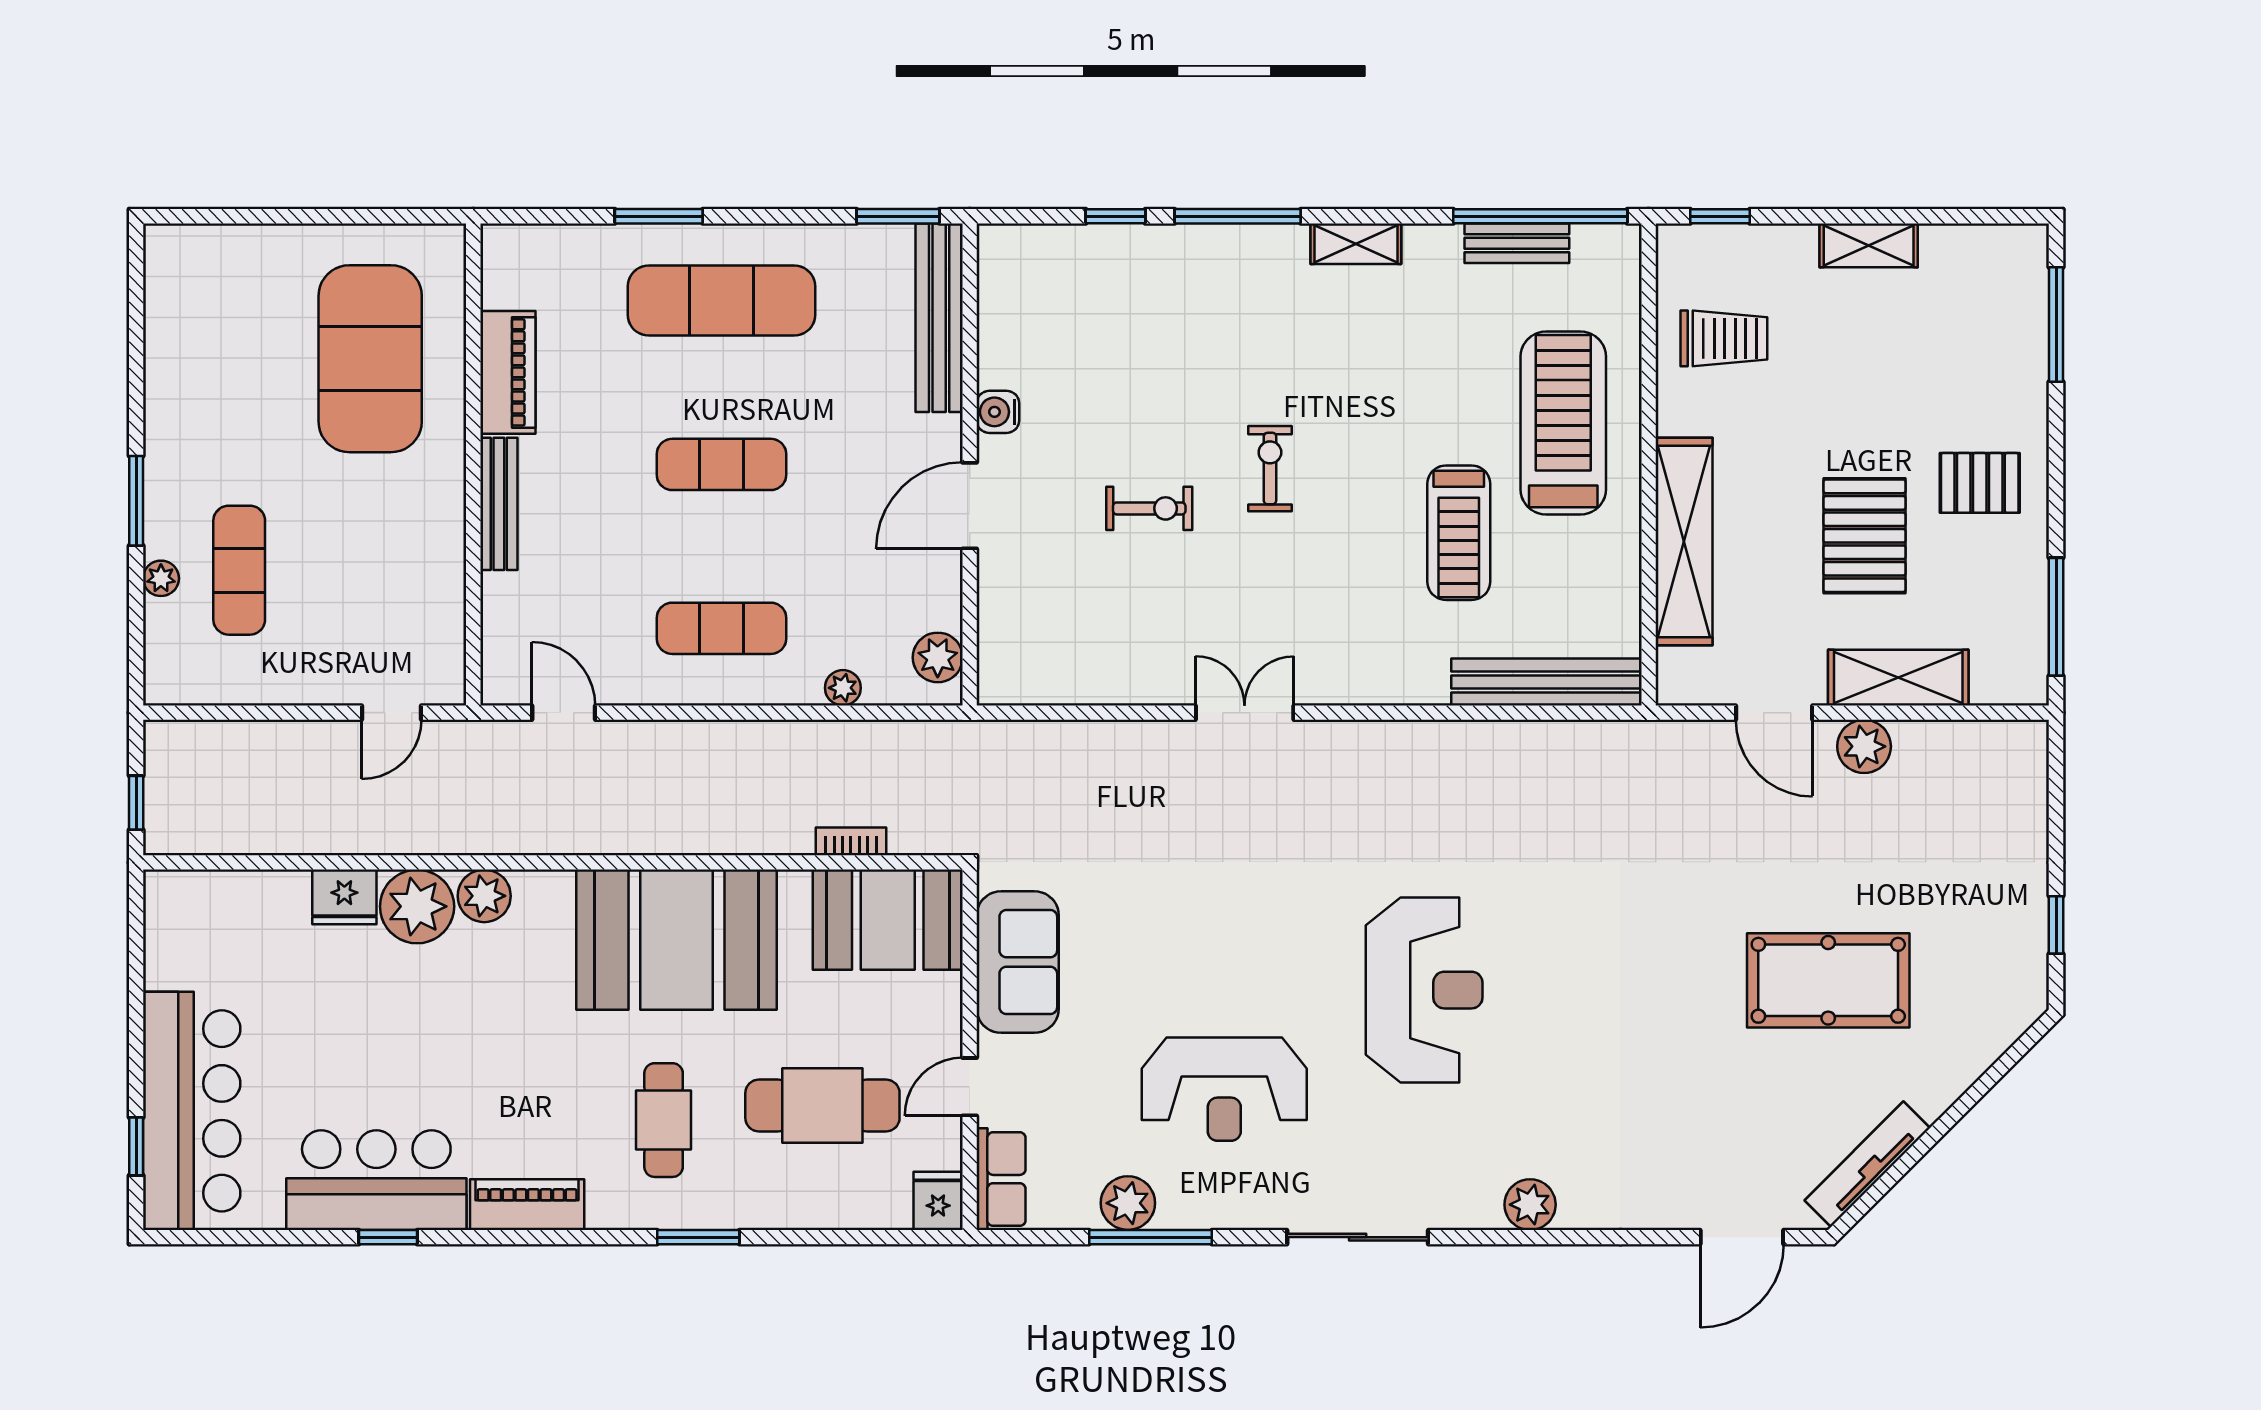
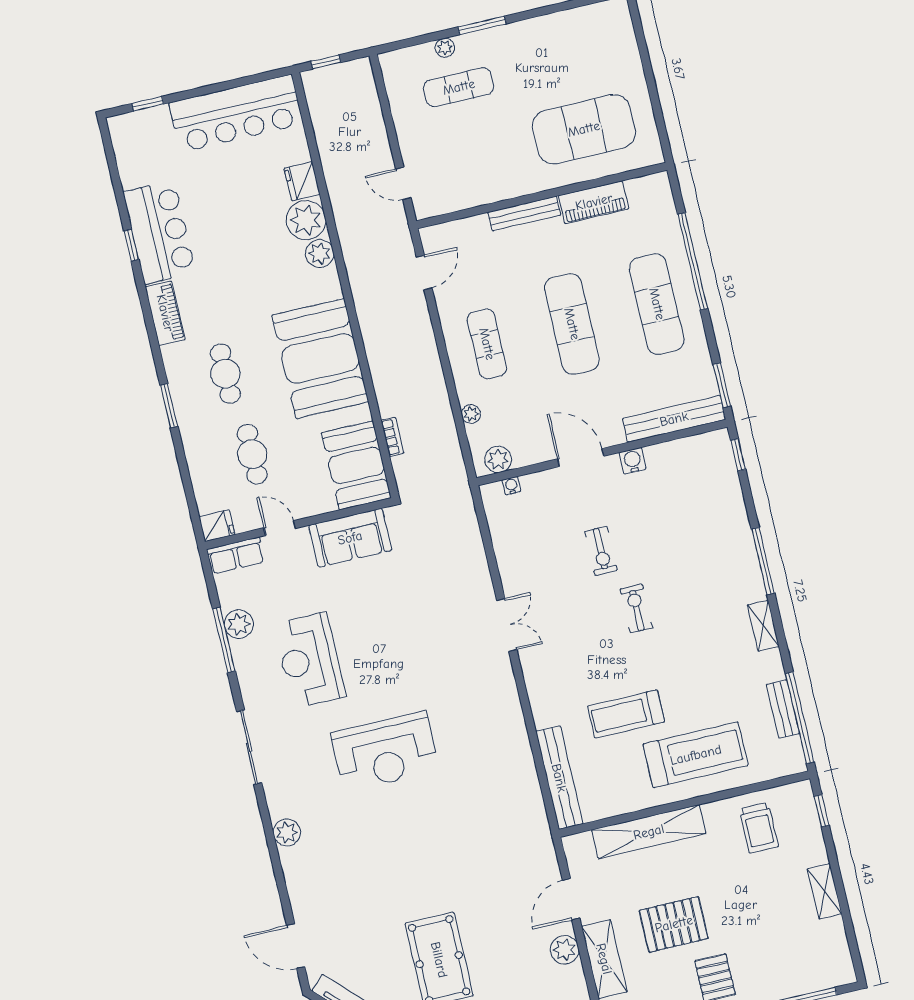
window: (659, 216) -> (693, 261), width x2.11
window: (1116, 216) -> (738, 455), moved
exercise mat: (721, 464) -> (572, 324), width x1.36, depth x1.45
exercise bike: (1270, 469) -> (636, 608), turned -90
water cooler: (992, 645) -> (511, 486), added
cafe table: (822, 1106) -> (252, 454), width x0.73, depth x0.74
bar counter: (192, 1111) -> (236, 113), moved
cafe table: (664, 1120) -> (225, 374), turned 90

